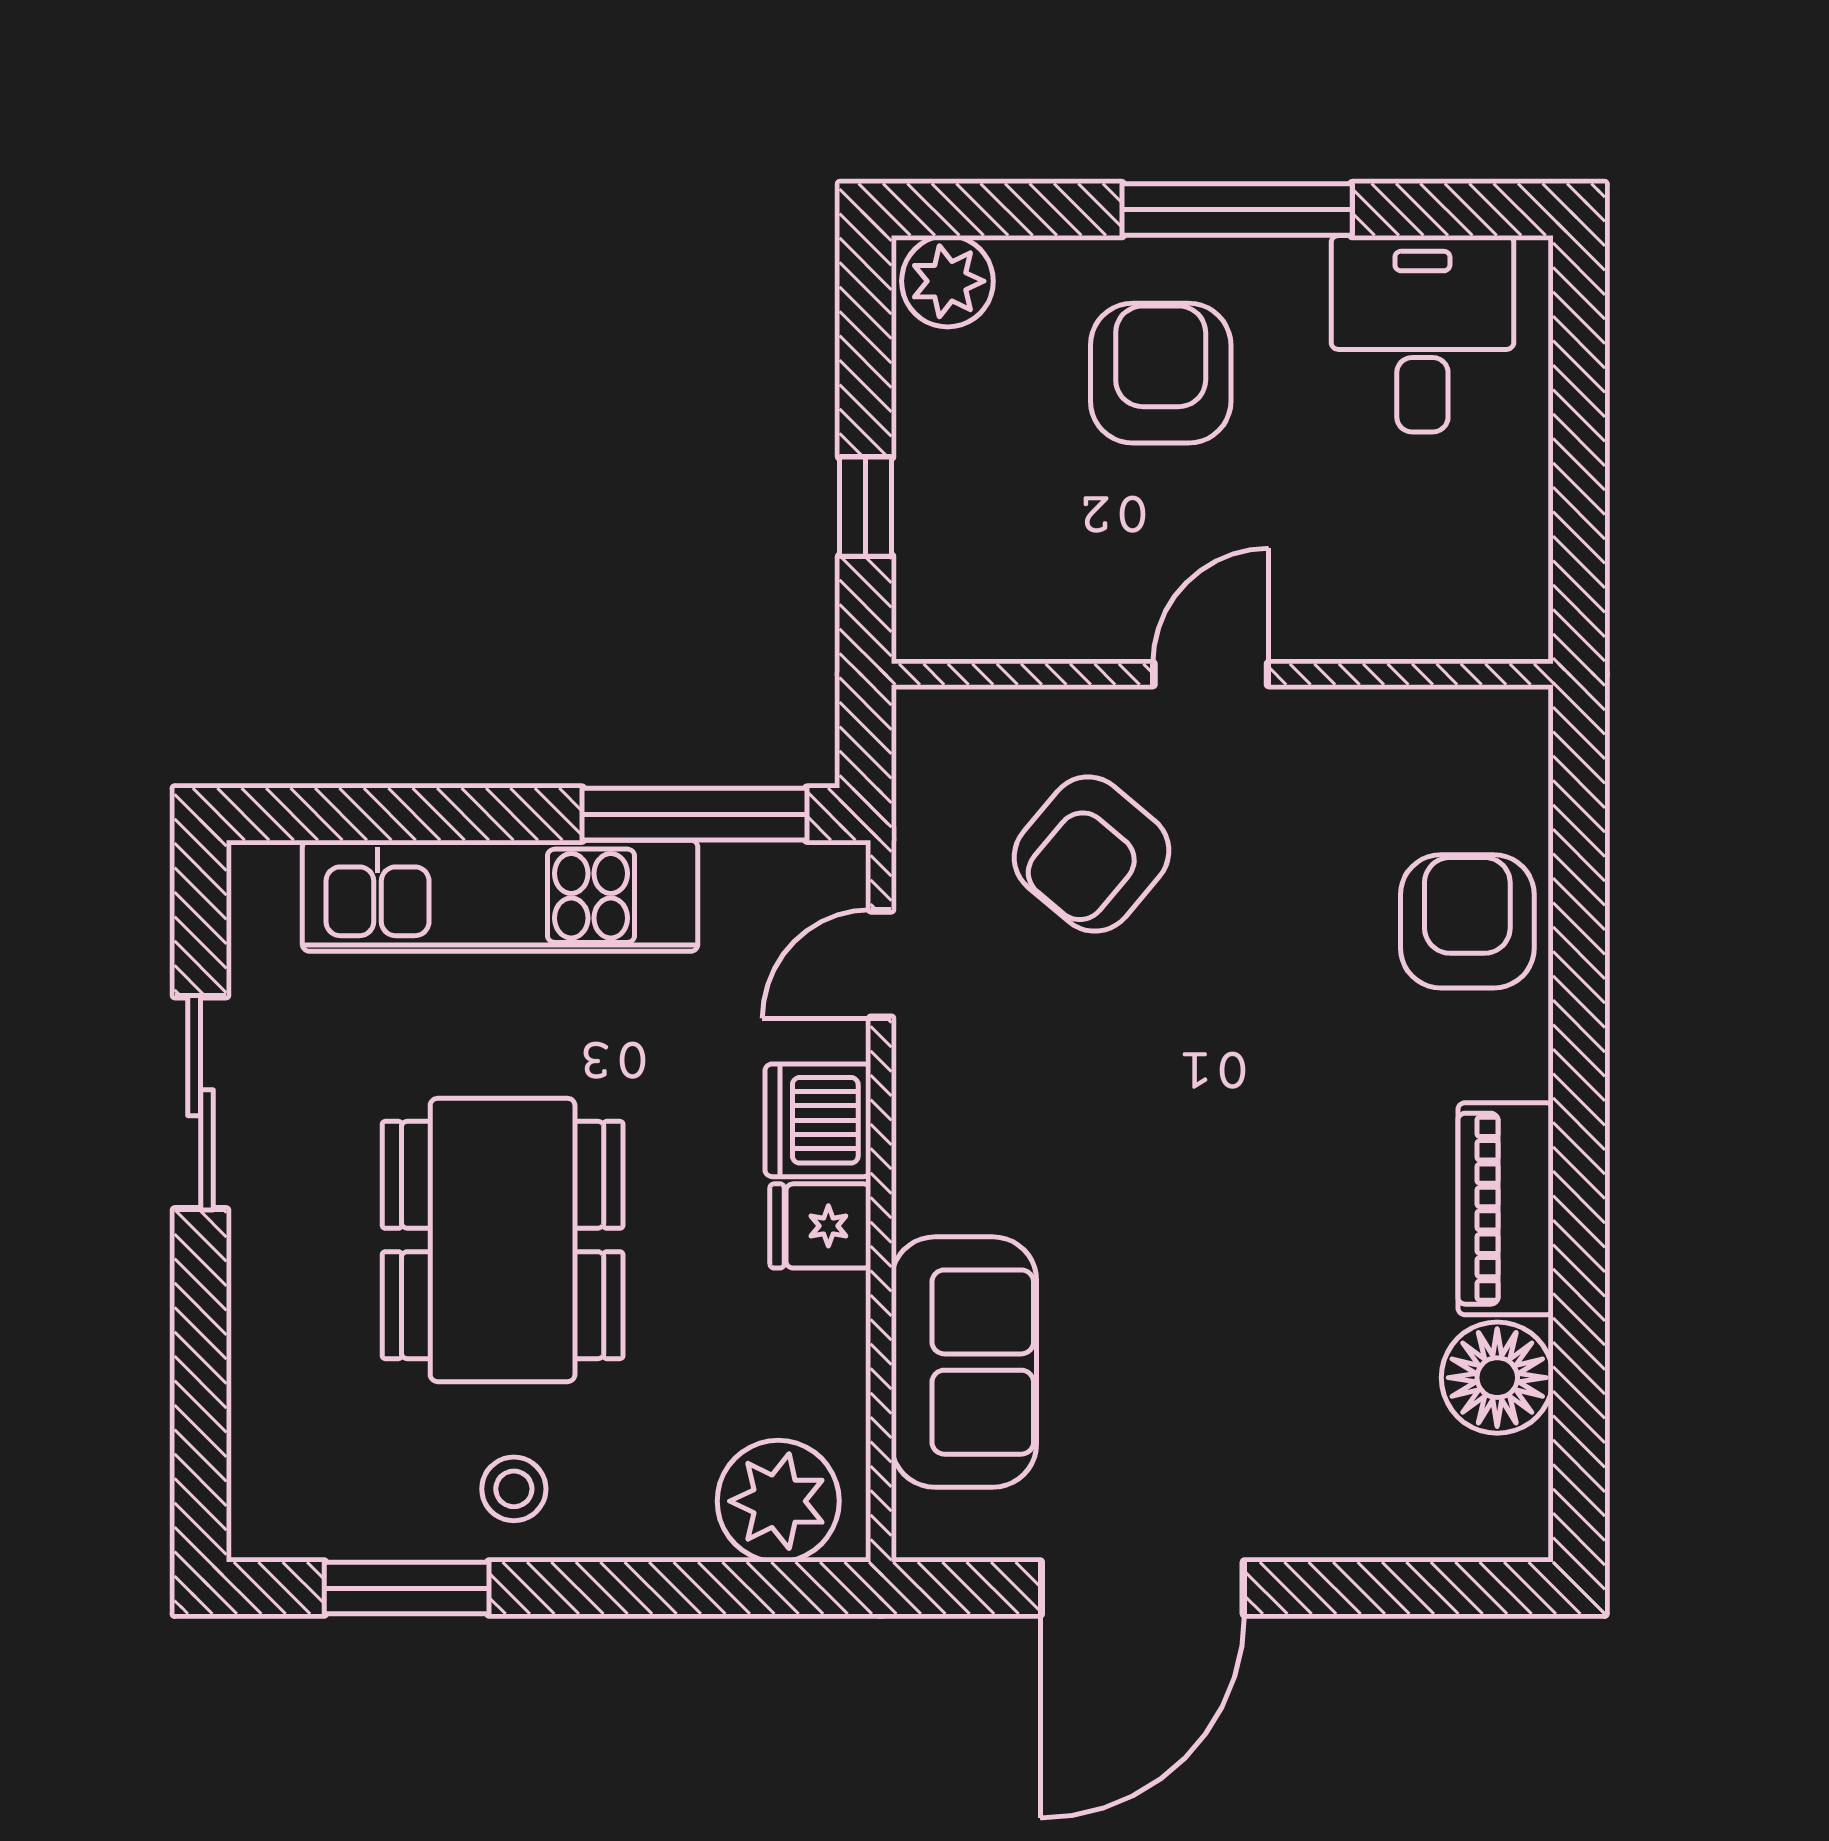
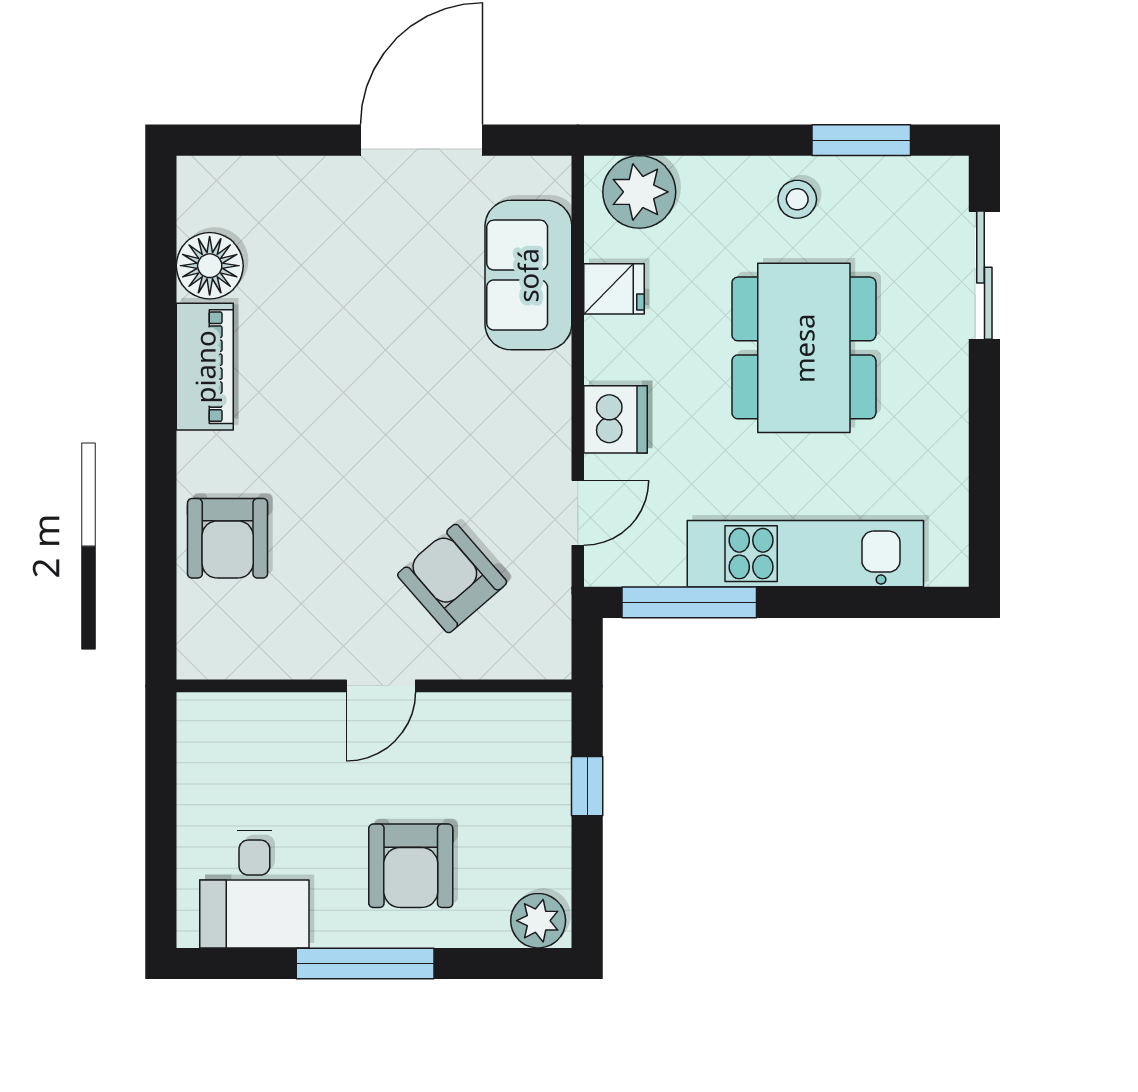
armchair: (1091, 854) -> (452, 579), turned -81
sliding door: (201, 1103) -> (984, 275), moved
fridge: (820, 1226) -> (614, 289), moved

